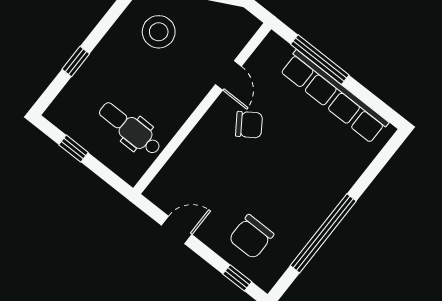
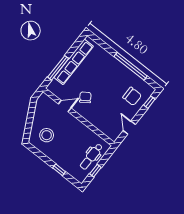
dental chair: (130, 129) -> (91, 157), moved

